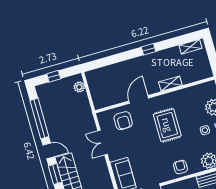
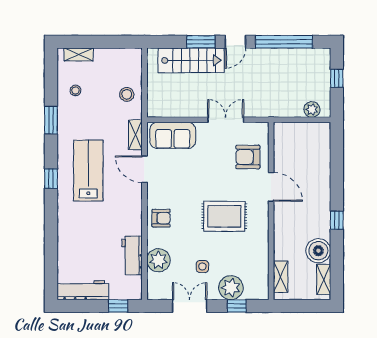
boiler: (172, 56) -> (318, 251), added
shelving: (170, 84) -> (281, 277), moved

